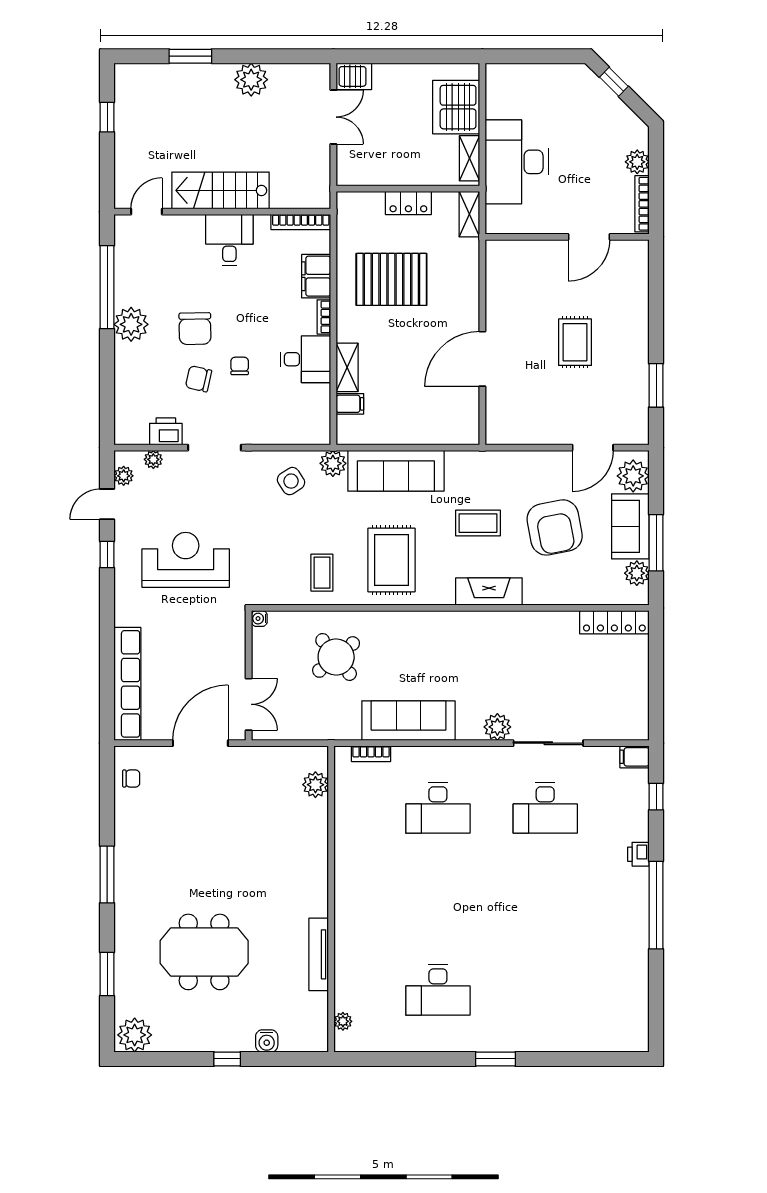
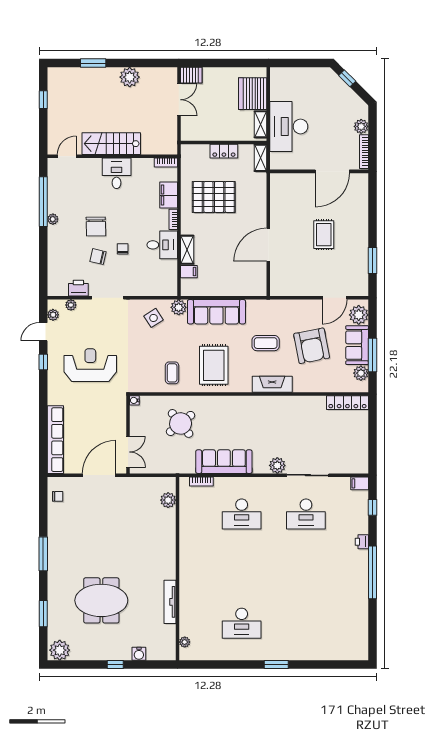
bookcase: (301, 222) -> (166, 163), width x0.64
door: (589, 237) -> (332, 171), width x1.36
plant: (131, 324) -> (53, 219), width x0.53, depth x0.53

